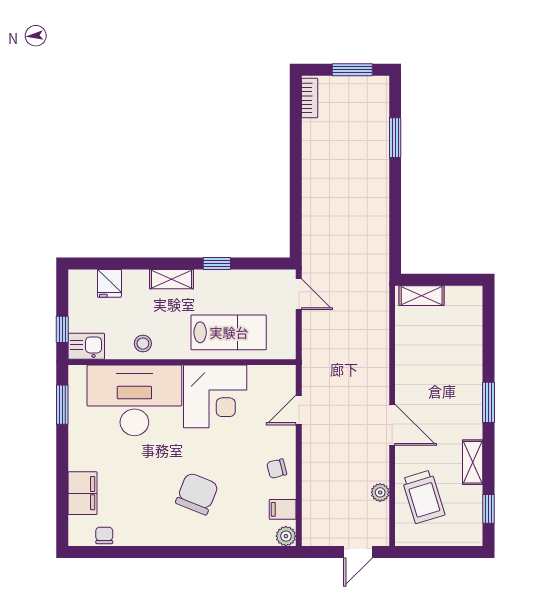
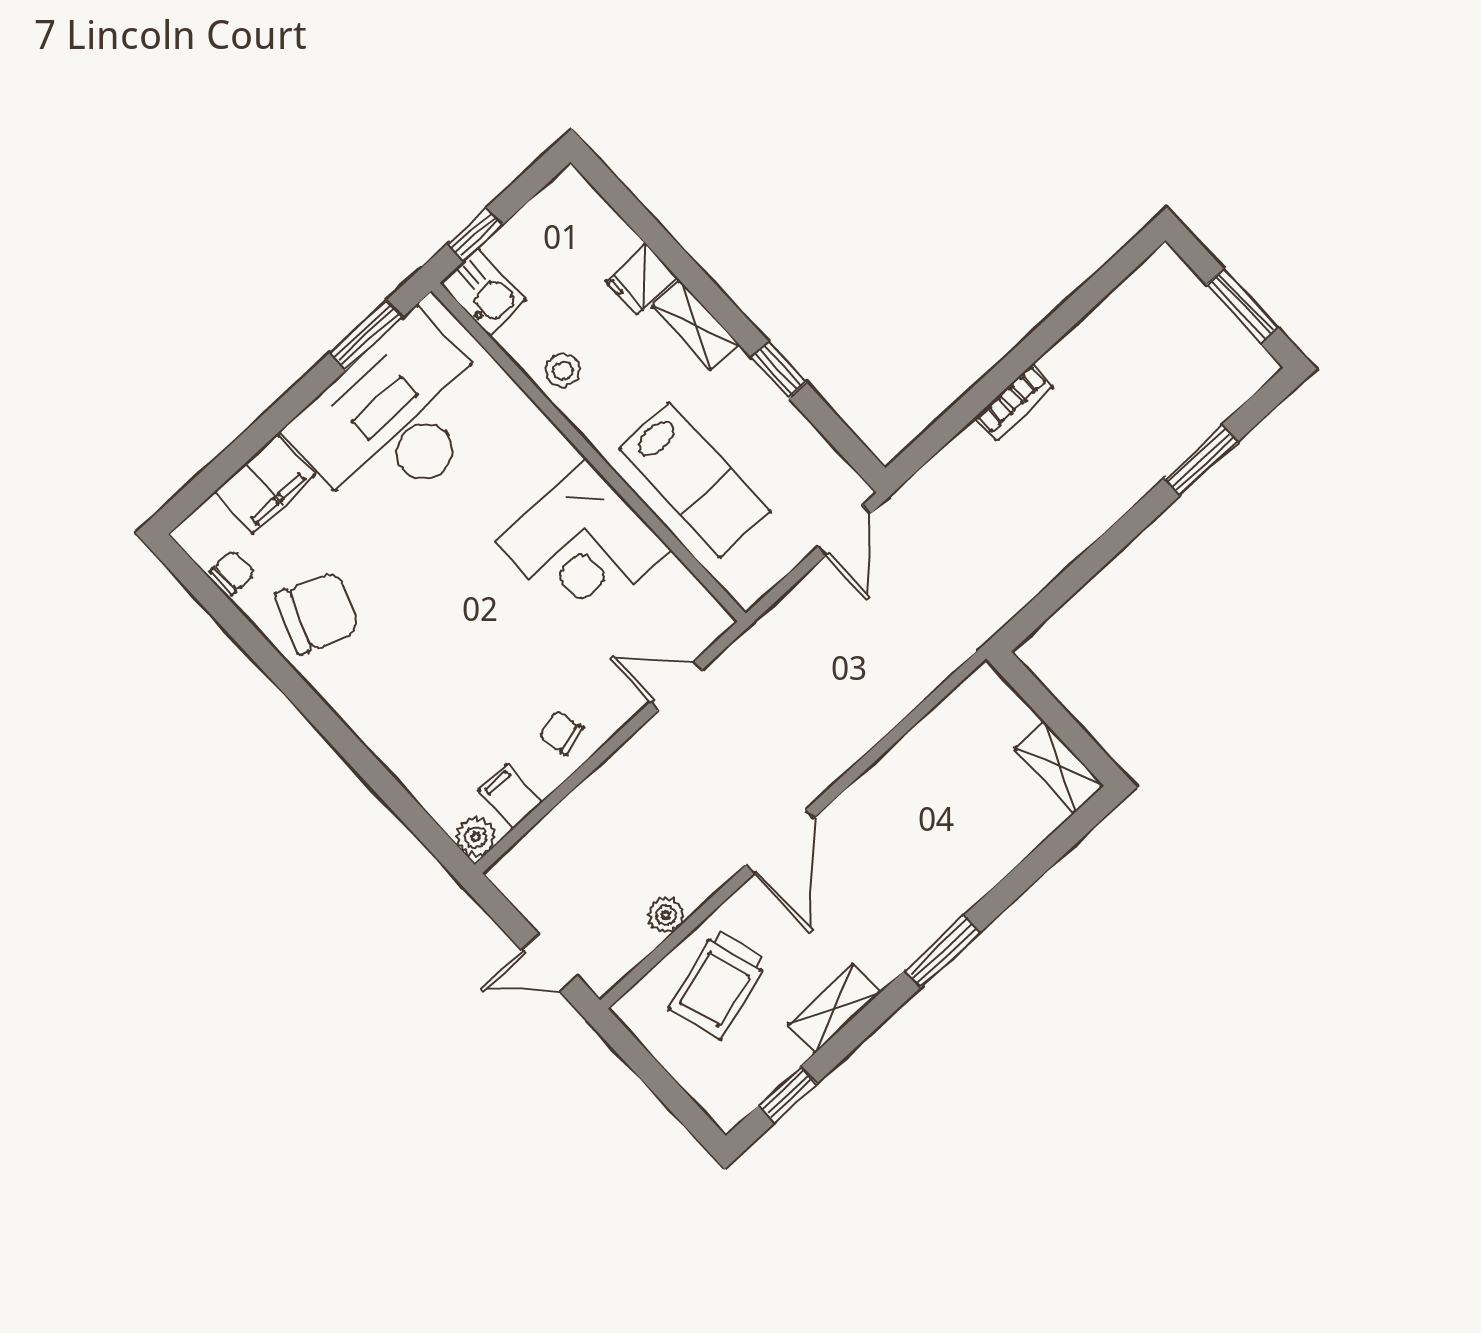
bookcase: (310, 98) -> (1014, 402), moved
fridge: (109, 283) -> (641, 279), moved
shelving: (422, 296) -> (1059, 767), moved
desk: (134, 400) -> (395, 419), moved, turned -90
chair: (197, 494) -> (318, 613), moved

